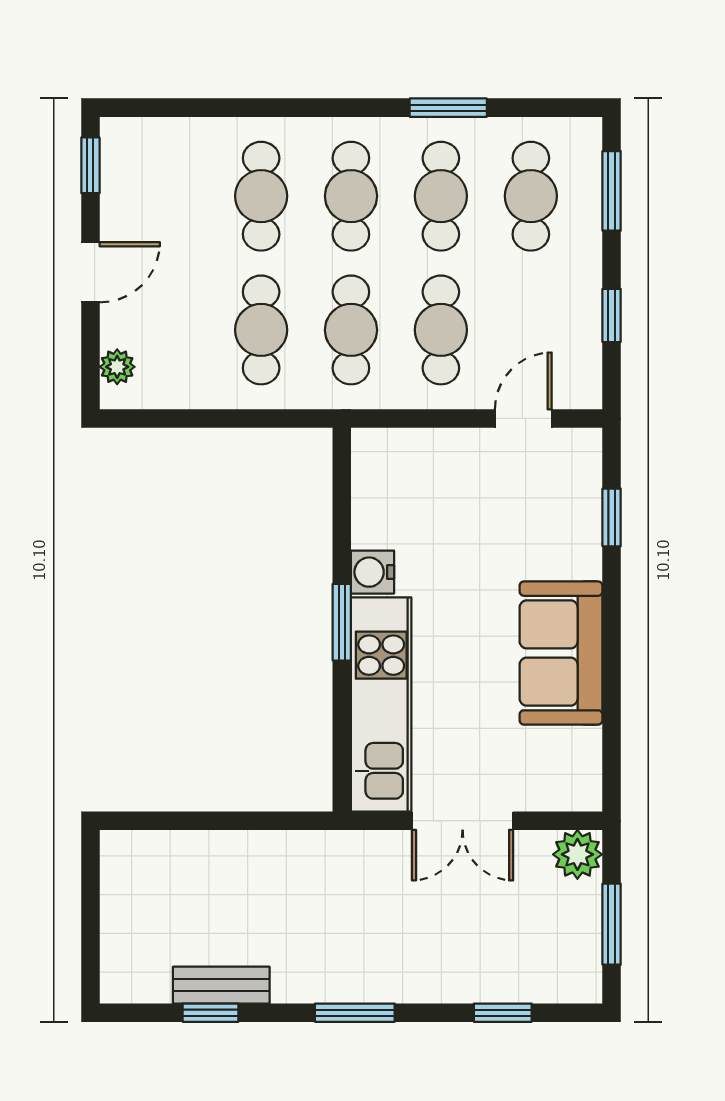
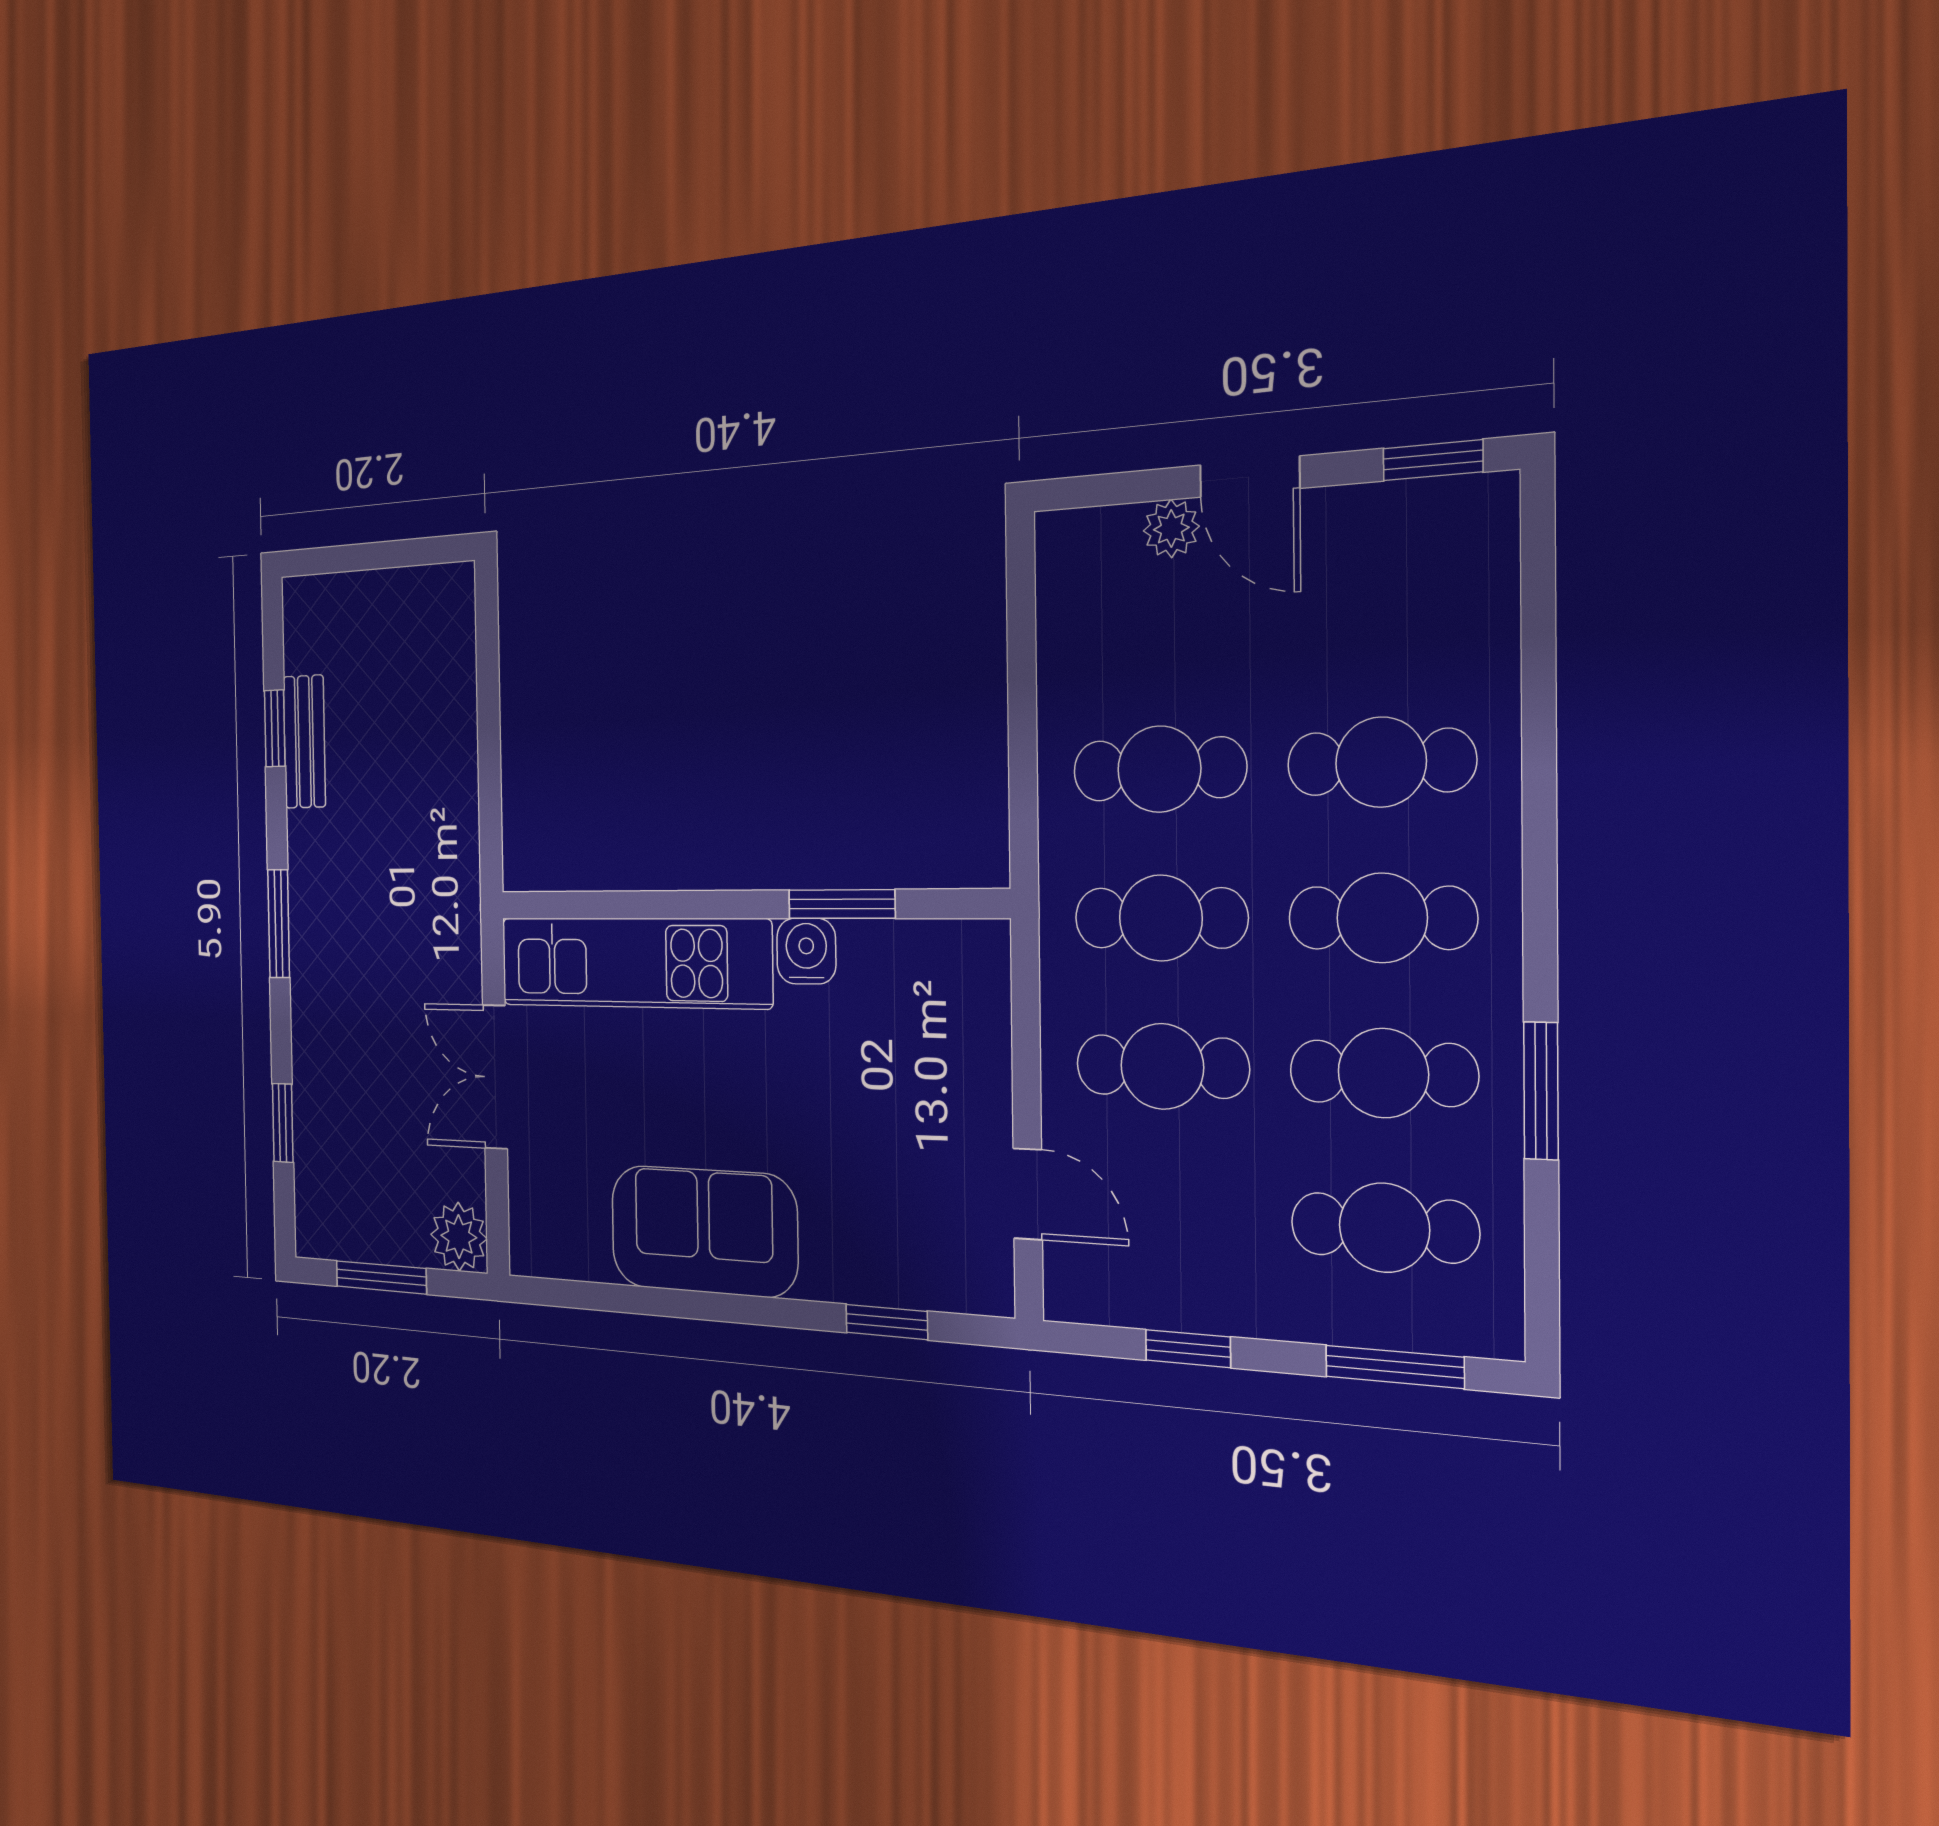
plant: (117, 367) -> (1171, 529), moved
window: (342, 622) -> (842, 904), moved

